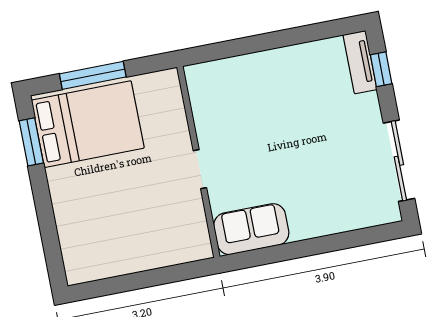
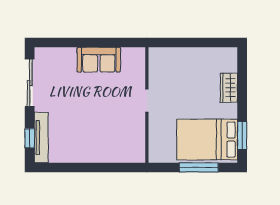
tv unit: (360, 62) -> (41, 137), width x1.41
wardrobe: (68, 217) -> (229, 88), added
sofa: (251, 229) -> (99, 60), moved

